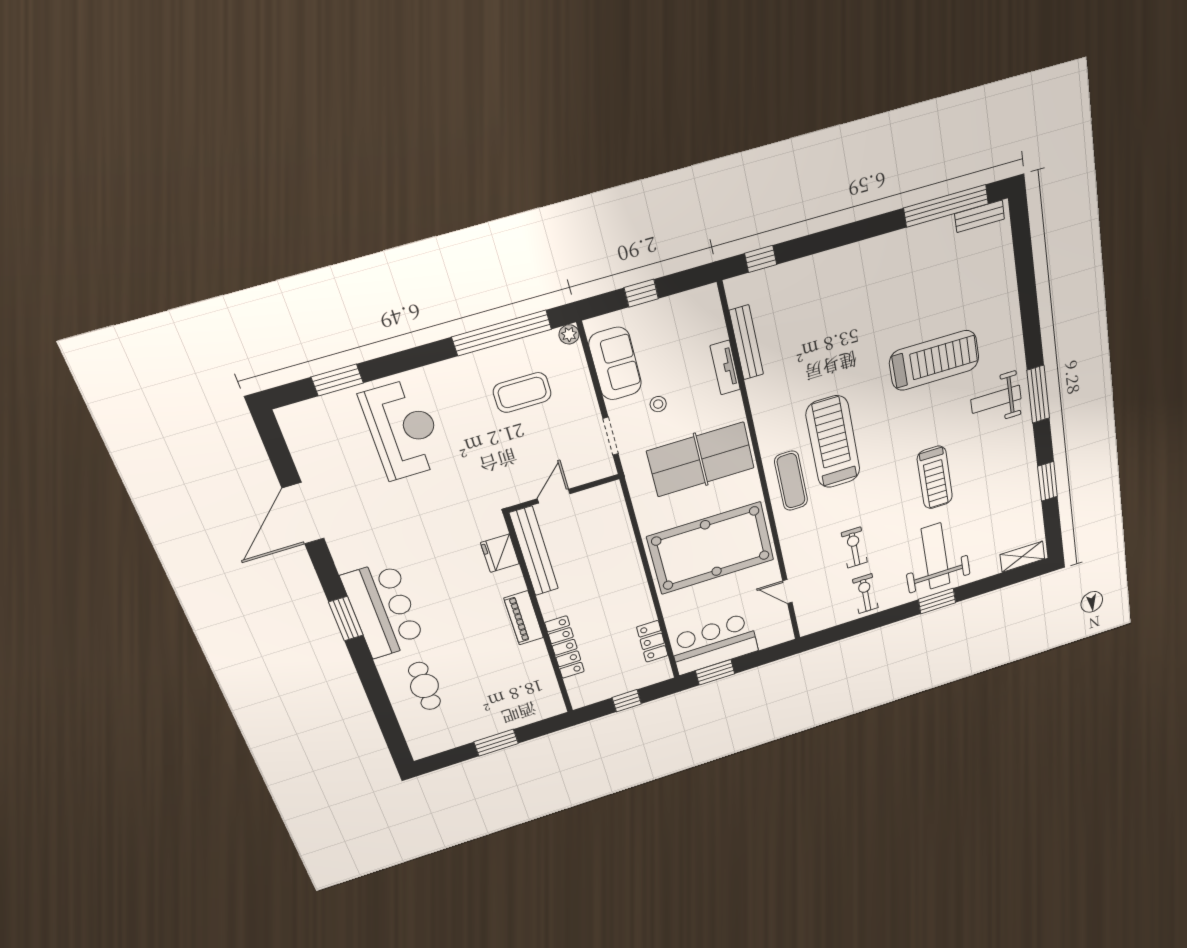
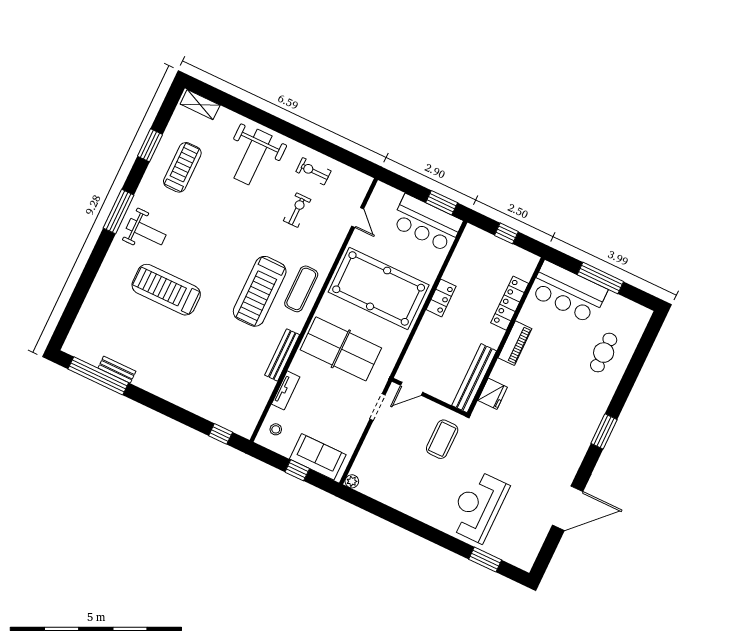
bench: (980, 216) -> (117, 370), moved
window: (502, 333) -> (385, 512), removed
bench: (746, 342) -> (282, 355), moved
sofa: (615, 364) -> (318, 457), moved, turned 90
coffee table: (522, 393) -> (442, 439), moved, turned 90
stool: (658, 404) -> (276, 429), moved
treadmill: (935, 477) -> (182, 167), moved
door: (554, 496) -> (412, 389), moved
exercise bike: (854, 548) -> (297, 210), turned 180
exercise bike: (865, 594) -> (313, 171), turned 90
window: (937, 601) -> (274, 123), removed
bar counter: (383, 610) -> (568, 292), moved, turned -90
locker: (652, 641) -> (441, 298), moved
window: (496, 743) -> (600, 278), width x1.44

